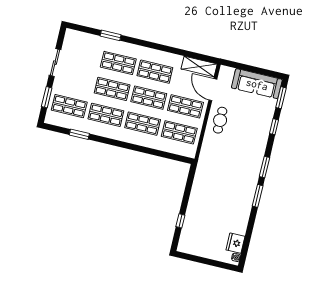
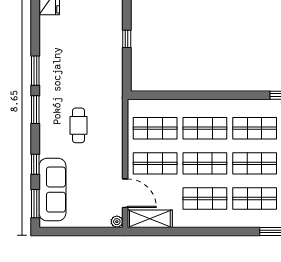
plant: (224, 70) -> (117, 222), added
sofa: (257, 84) -> (52, 190), moved, turned 90
cafe table: (220, 120) -> (78, 125), moved
window: (180, 221) -> (127, 39), moved

